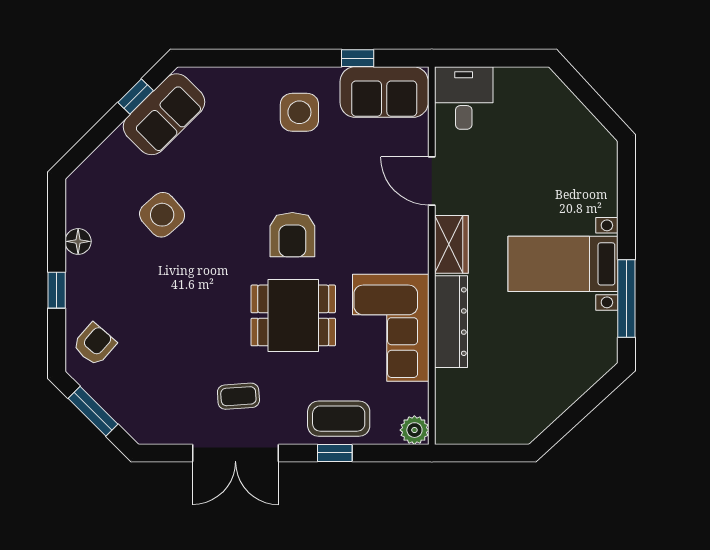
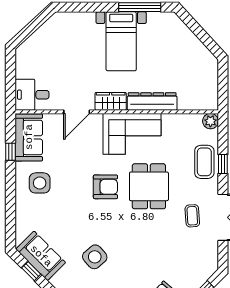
corner sofa: (391, 328) -> (132, 134), moved

